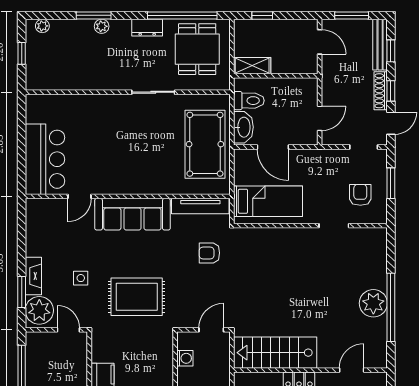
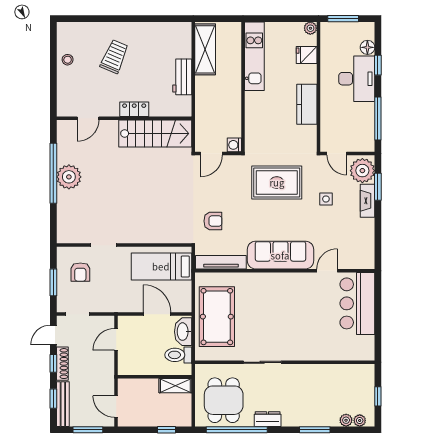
plant: (102, 26) -> (346, 420), moved
washing machine: (185, 358) -> (234, 145), moved

